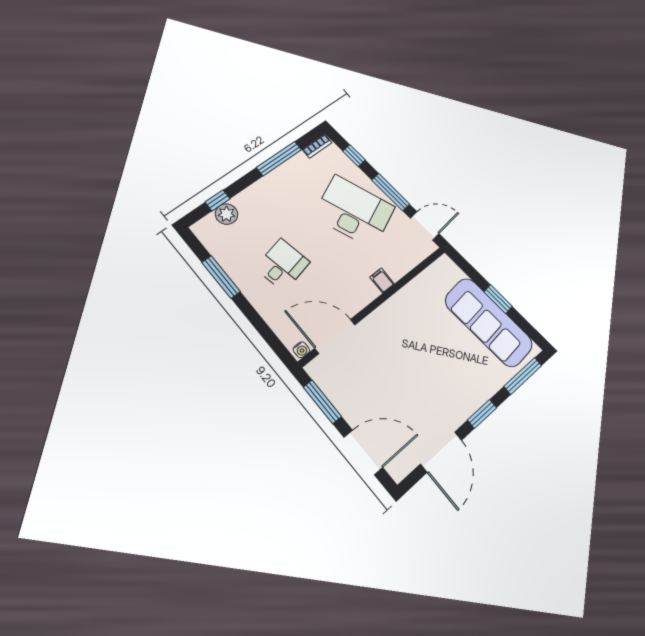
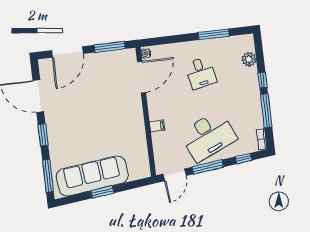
window: (218, 200) -> (263, 80), moved

